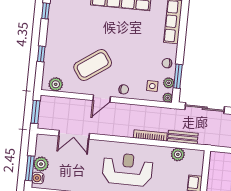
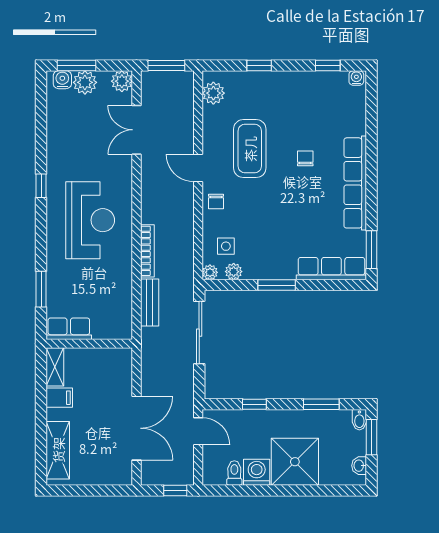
chair: (167, 63) -> (305, 158), moved
coffee table: (93, 65) -> (250, 149), turned 35
window: (178, 76) -> (277, 285), moved
plant: (178, 154) -> (122, 81), moved

